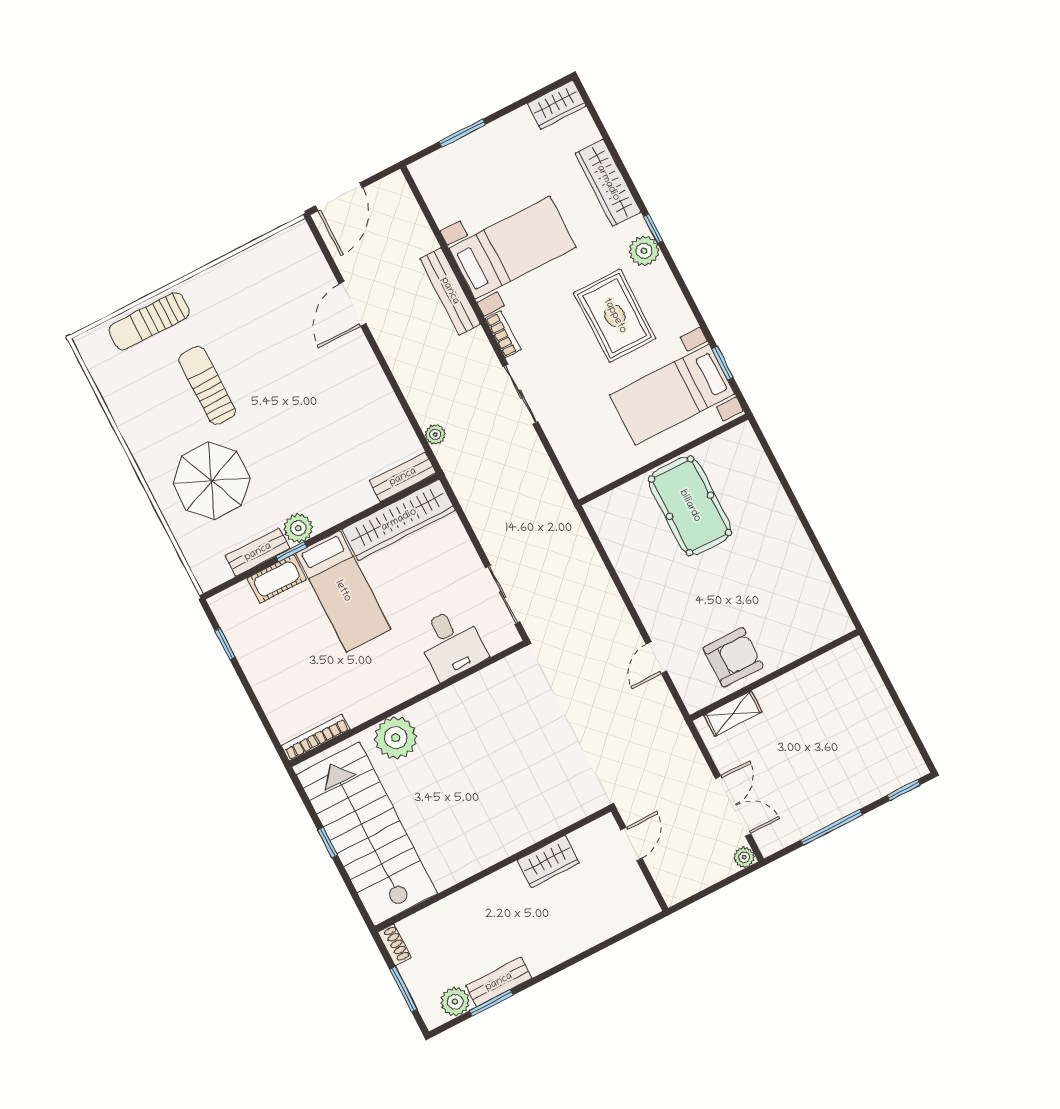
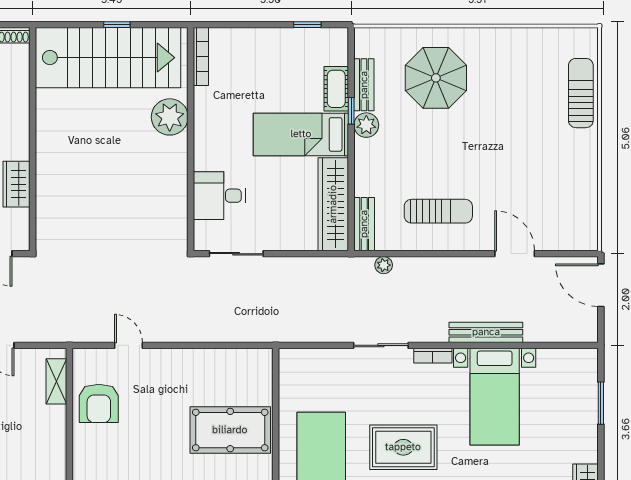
sun lounger: (207, 385) -> (438, 211), moved

